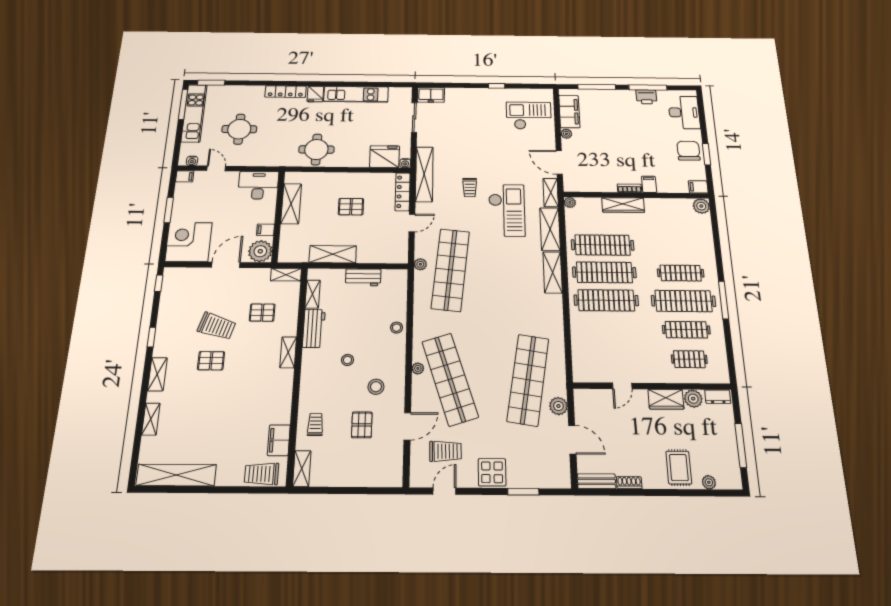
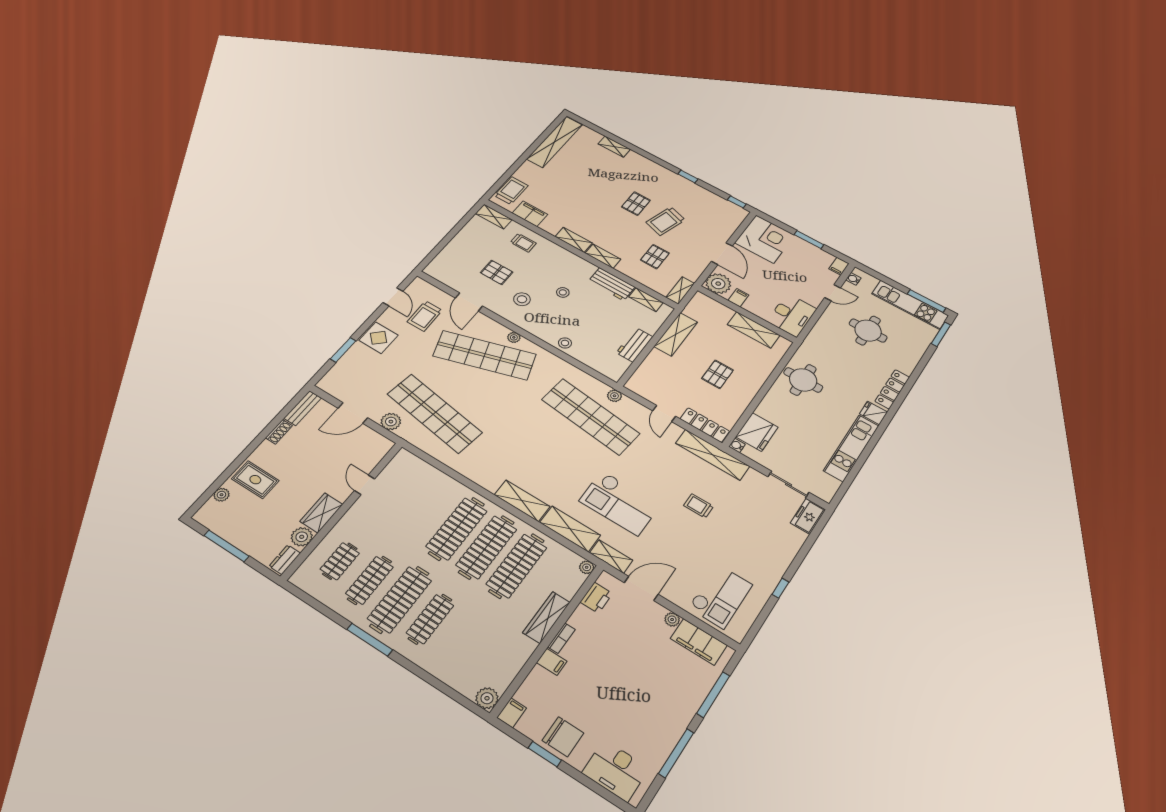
printer: (646, 97) -> (596, 598), moved, turned 180
trolley: (470, 188) -> (699, 506), moved
shelving: (157, 374) -> (574, 240), moved

